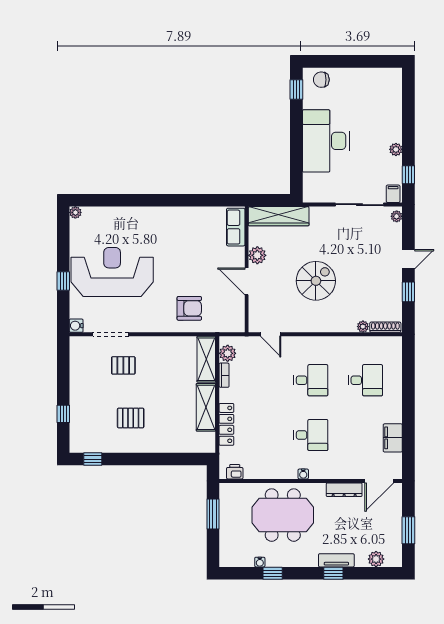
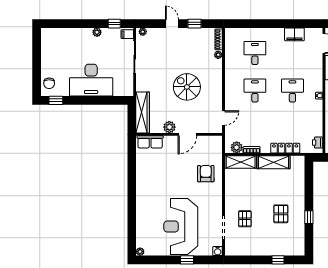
window: (93, 459) -> (309, 217), moved

